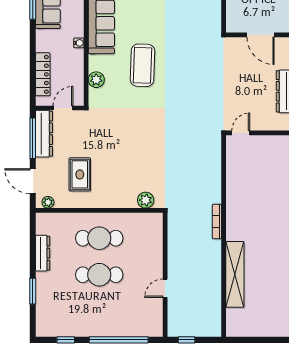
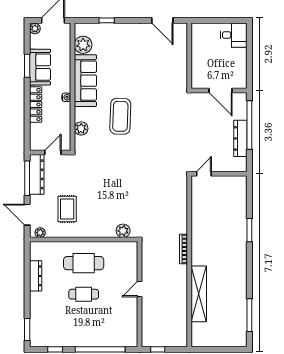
locker: (43, 74) -> (36, 105), moved
cafe table: (99, 275) -> (84, 294), width x0.73, depth x0.74
door: (165, 288) -> (140, 289), moved
window: (33, 291) -> (27, 329), moved

